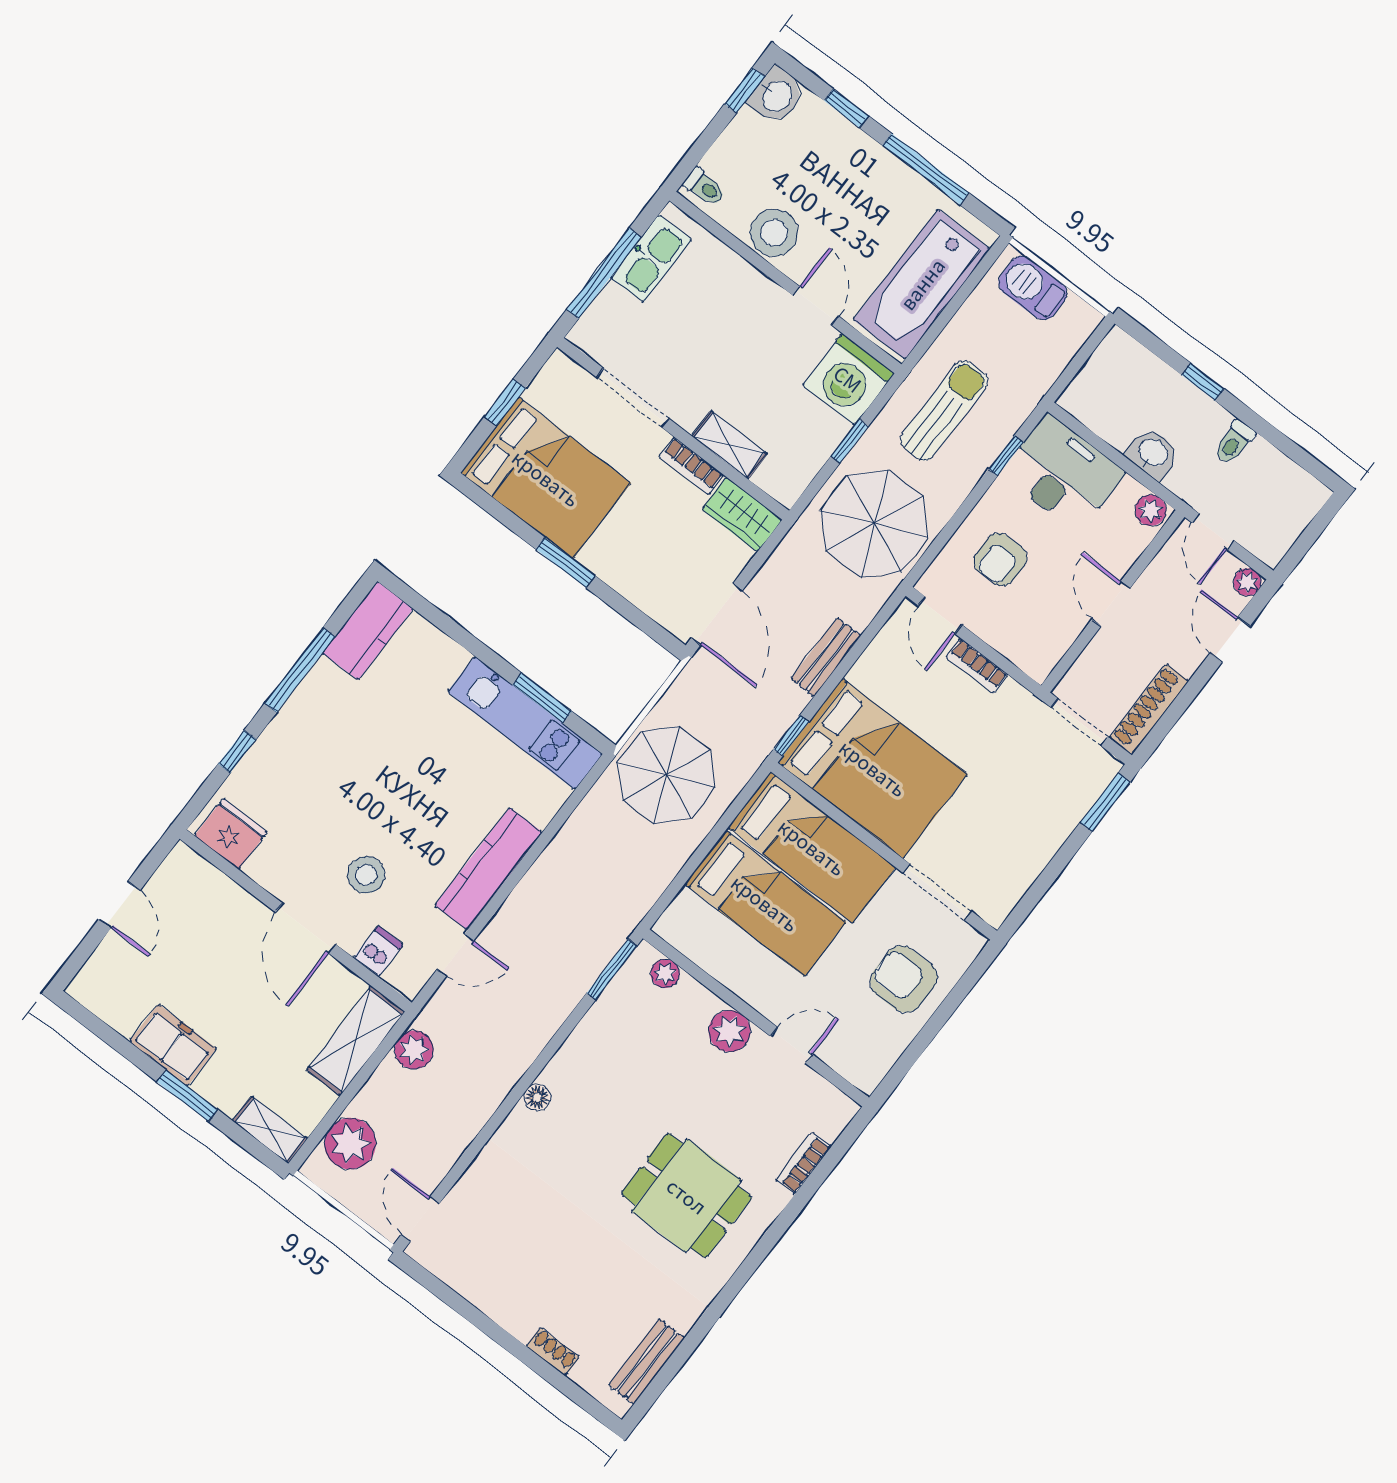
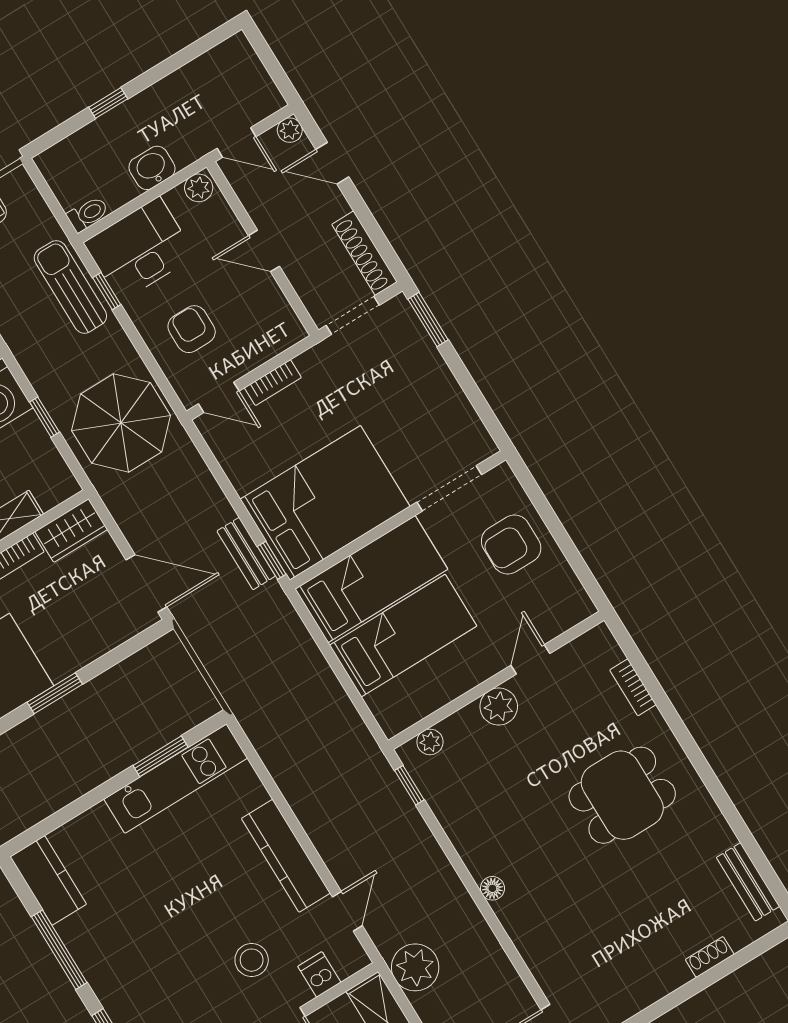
sun lounger: (944, 411) -> (70, 287), moved
toilet: (1234, 442) -> (88, 214), moved, turned -90
armchair: (1000, 559) -> (192, 329), turned 180
bench: (826, 657) -> (246, 554), moved
parasol: (666, 775) -> (264, 677), removed
window: (612, 969) -> (409, 785), width x0.67
plant: (414, 1050) -> (415, 967), width x1.36, depth x1.36

